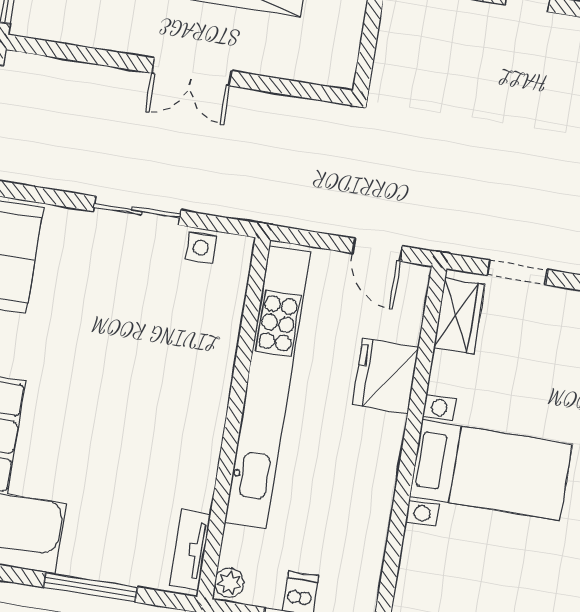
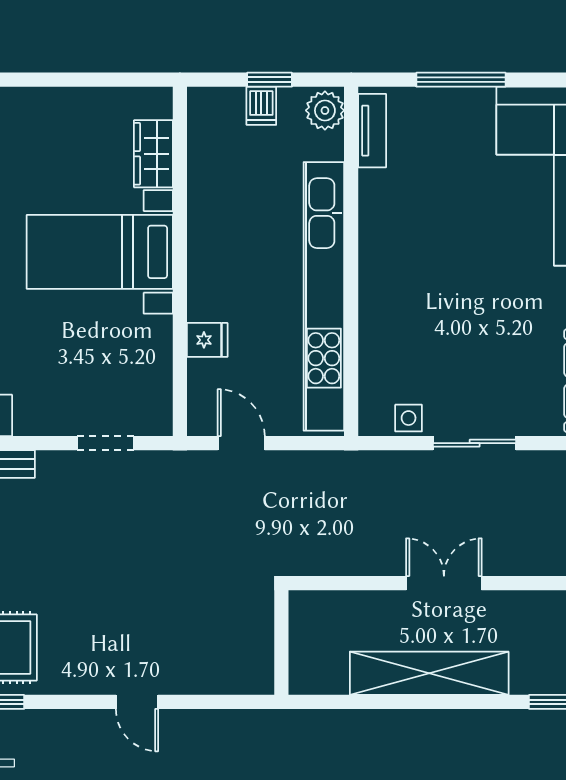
wardrobe: (459, 316) -> (153, 154), moved
fridge: (385, 376) -> (207, 340), width x0.53, depth x0.75
plant: (229, 583) -> (325, 110), width x1.38, depth x1.38

